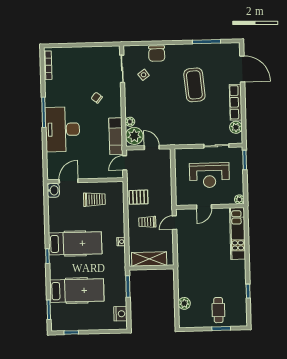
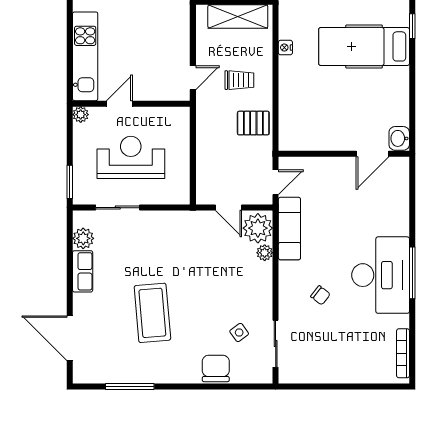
row of seats: (236, 102) -> (83, 271), width x0.68
desk: (63, 129) -> (381, 275), moved
trolley: (94, 199) -> (329, 121), removed
door: (204, 207) -> (119, 104), moved

